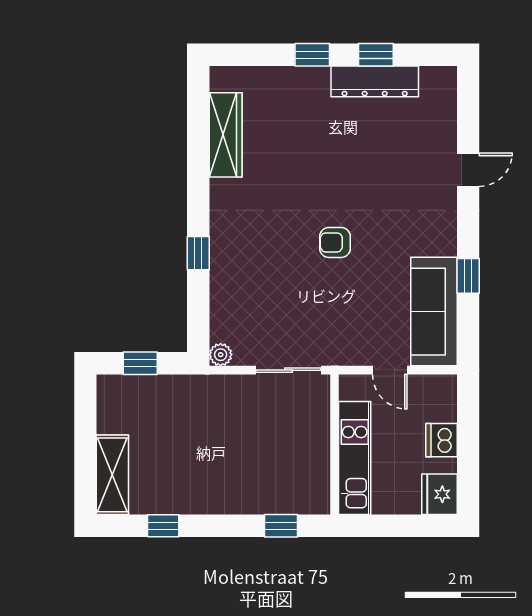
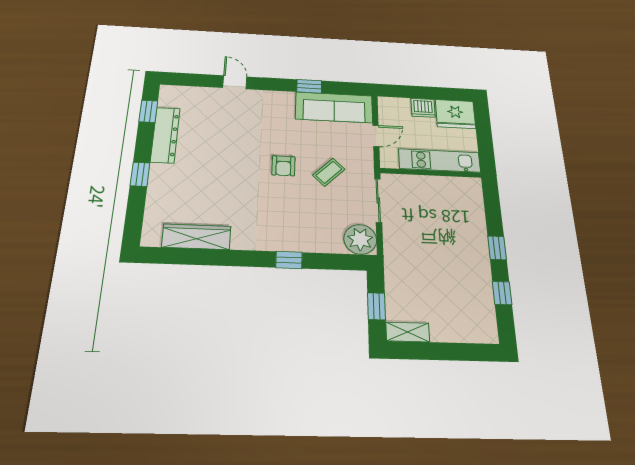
window: (376, 55) -> (148, 111), moved
coffee table: (328, 304) -> (329, 172), added
plant: (221, 355) -> (360, 239), width x1.87, depth x1.87
shelving: (112, 475) -> (408, 332), moved, width x0.67, depth x0.75
fridge: (439, 494) -> (455, 114), width x1.36, depth x1.34
window: (281, 526) -> (497, 248), moved

